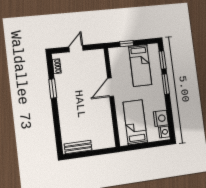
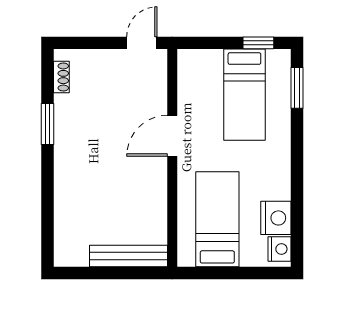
window: (127, 44) -> (258, 43), moved
door: (76, 49) -> (142, 43), moved
window: (166, 84) -> (297, 143), removed
bench: (78, 147) -> (129, 256), moved, width x1.36

